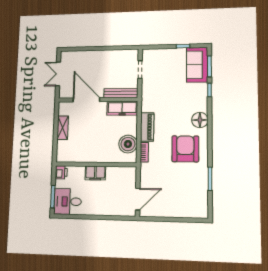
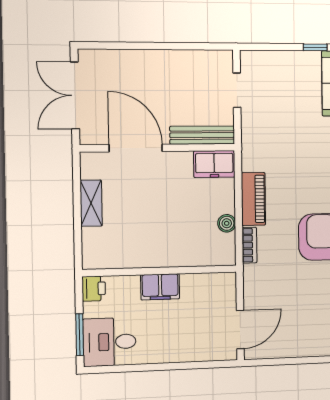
double door: (58, 74) -> (75, 95), width x1.37
freezer: (122, 108) -> (214, 164), width x0.71
boiler: (128, 144) -> (227, 223), width x0.54, depth x0.54

